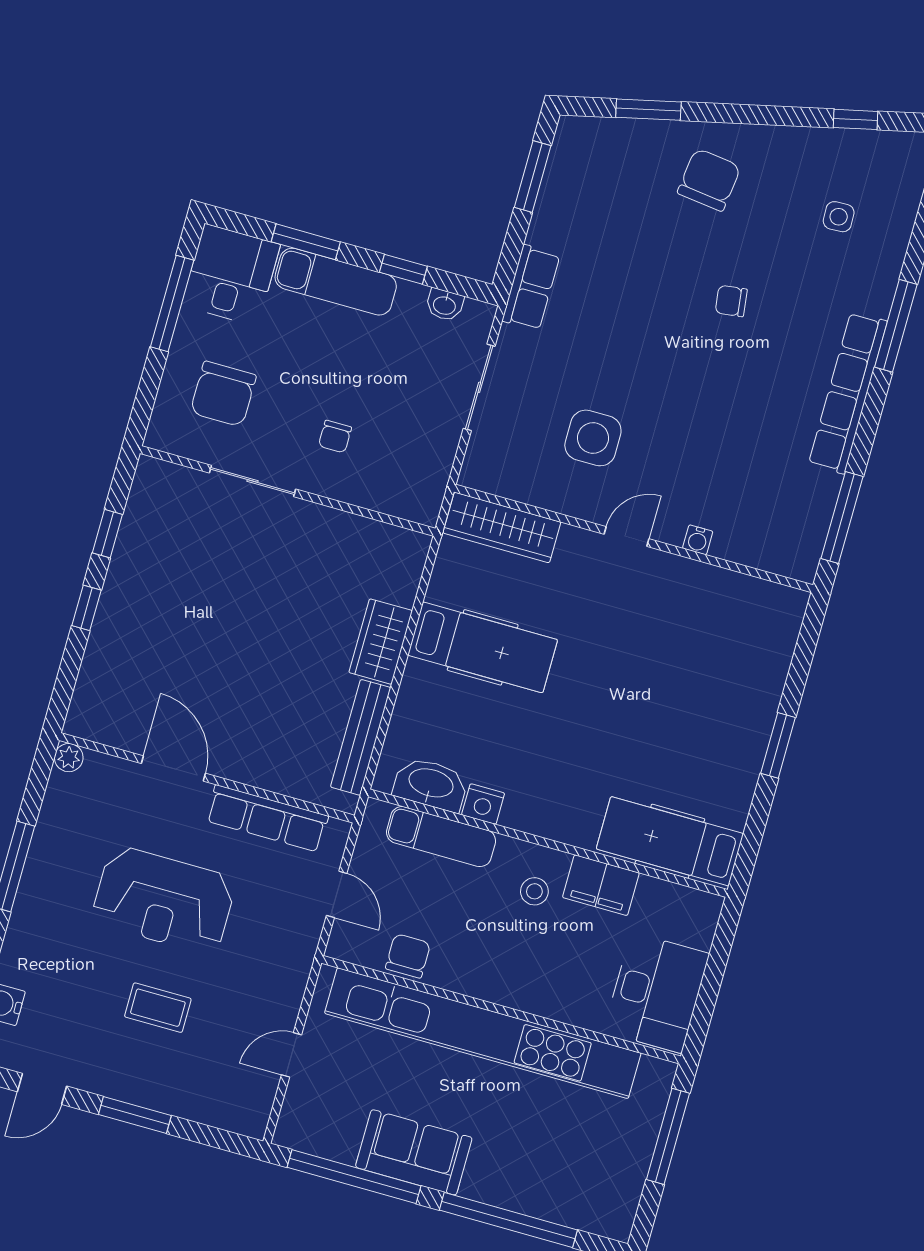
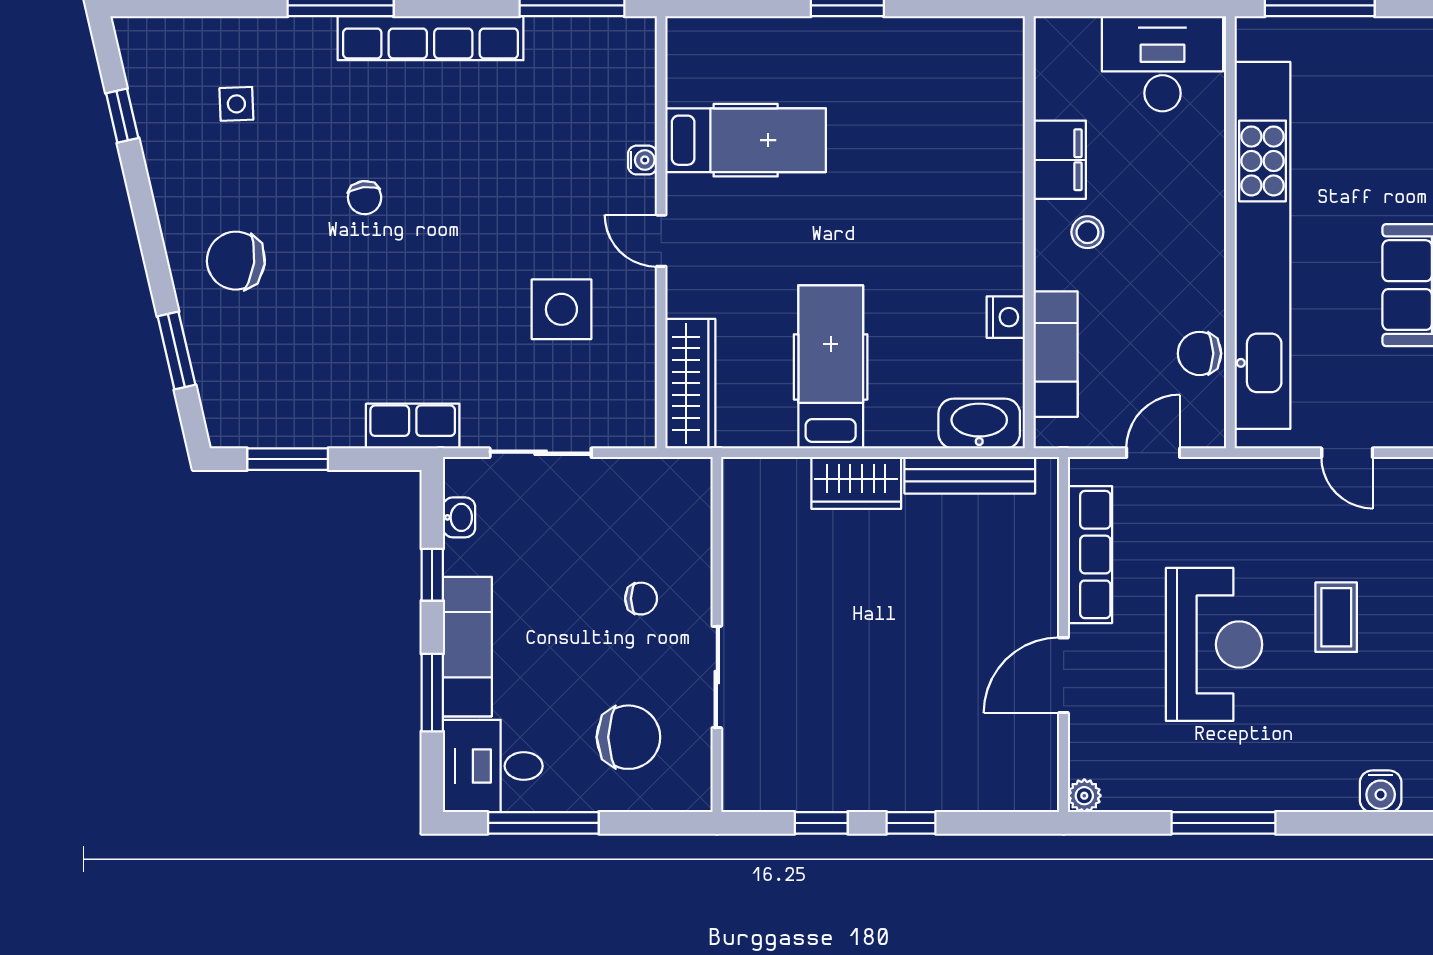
washbasin: (431, 784) -> (979, 424), moved, turned 90
hospital bed: (670, 841) -> (746, 140), moved, turned -90

